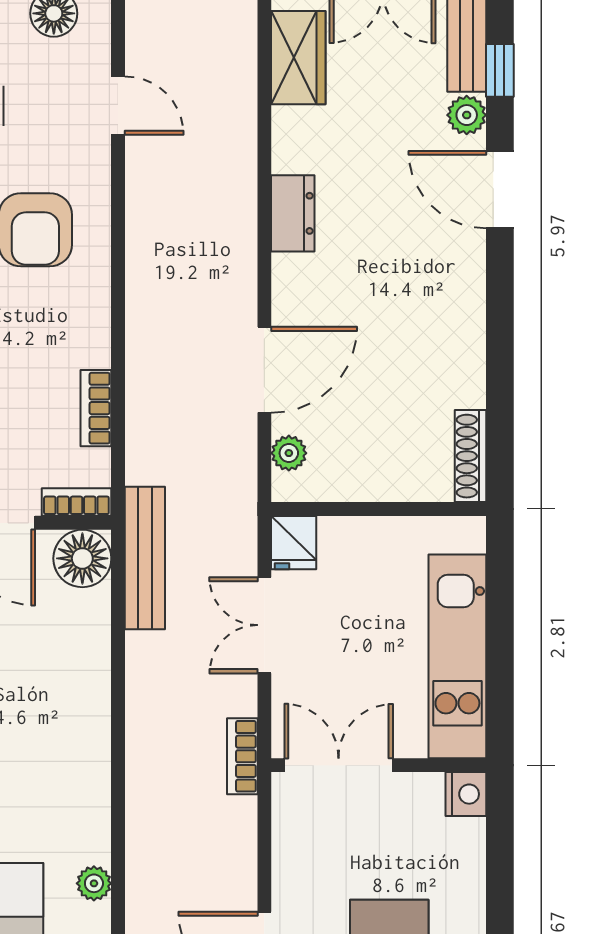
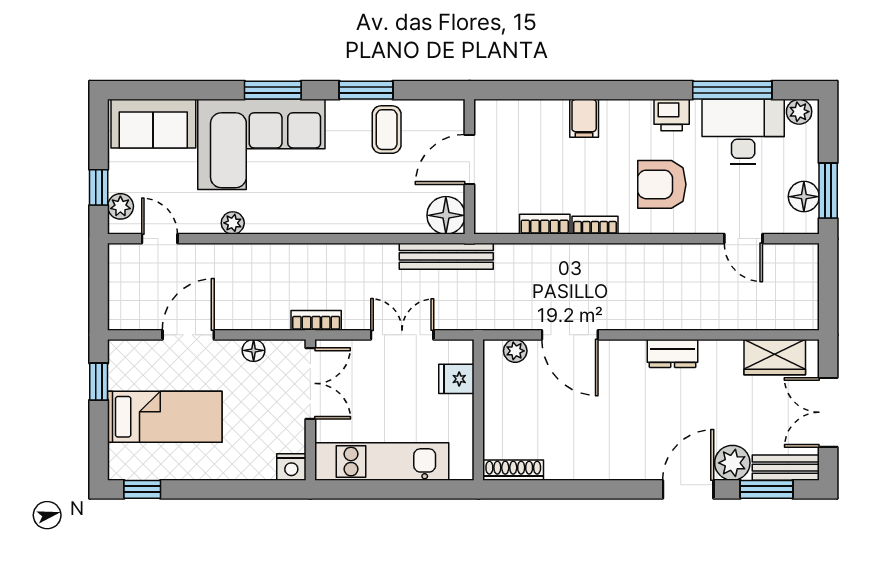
window: (500, 70) -> (766, 489), width x1.50
door: (118, 106) -> (743, 239), hinge flipped
plant: (467, 115) -> (732, 463), width x1.38, depth x1.38
bookcase: (76, 502) -> (595, 225), moved, turned -90
fridge: (294, 543) -> (456, 379), moved
floor lamp: (288, 852) -> (254, 350), added

